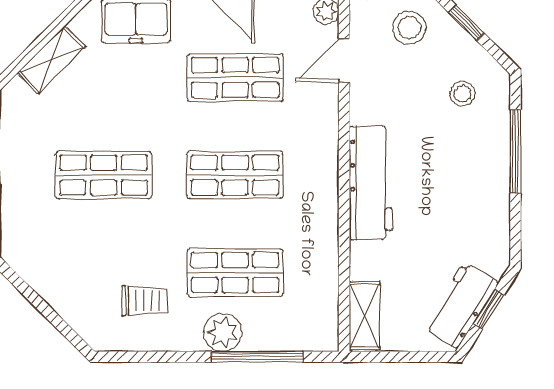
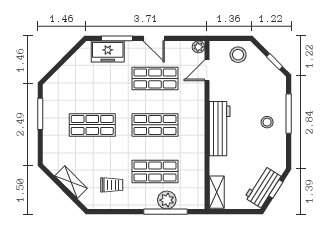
window: (466, 22) -> (275, 62), moved
shelving: (52, 60) -> (71, 182), moved, turned 90
stool: (462, 94) -> (267, 122), moved
plant: (223, 332) -> (167, 200), moved

